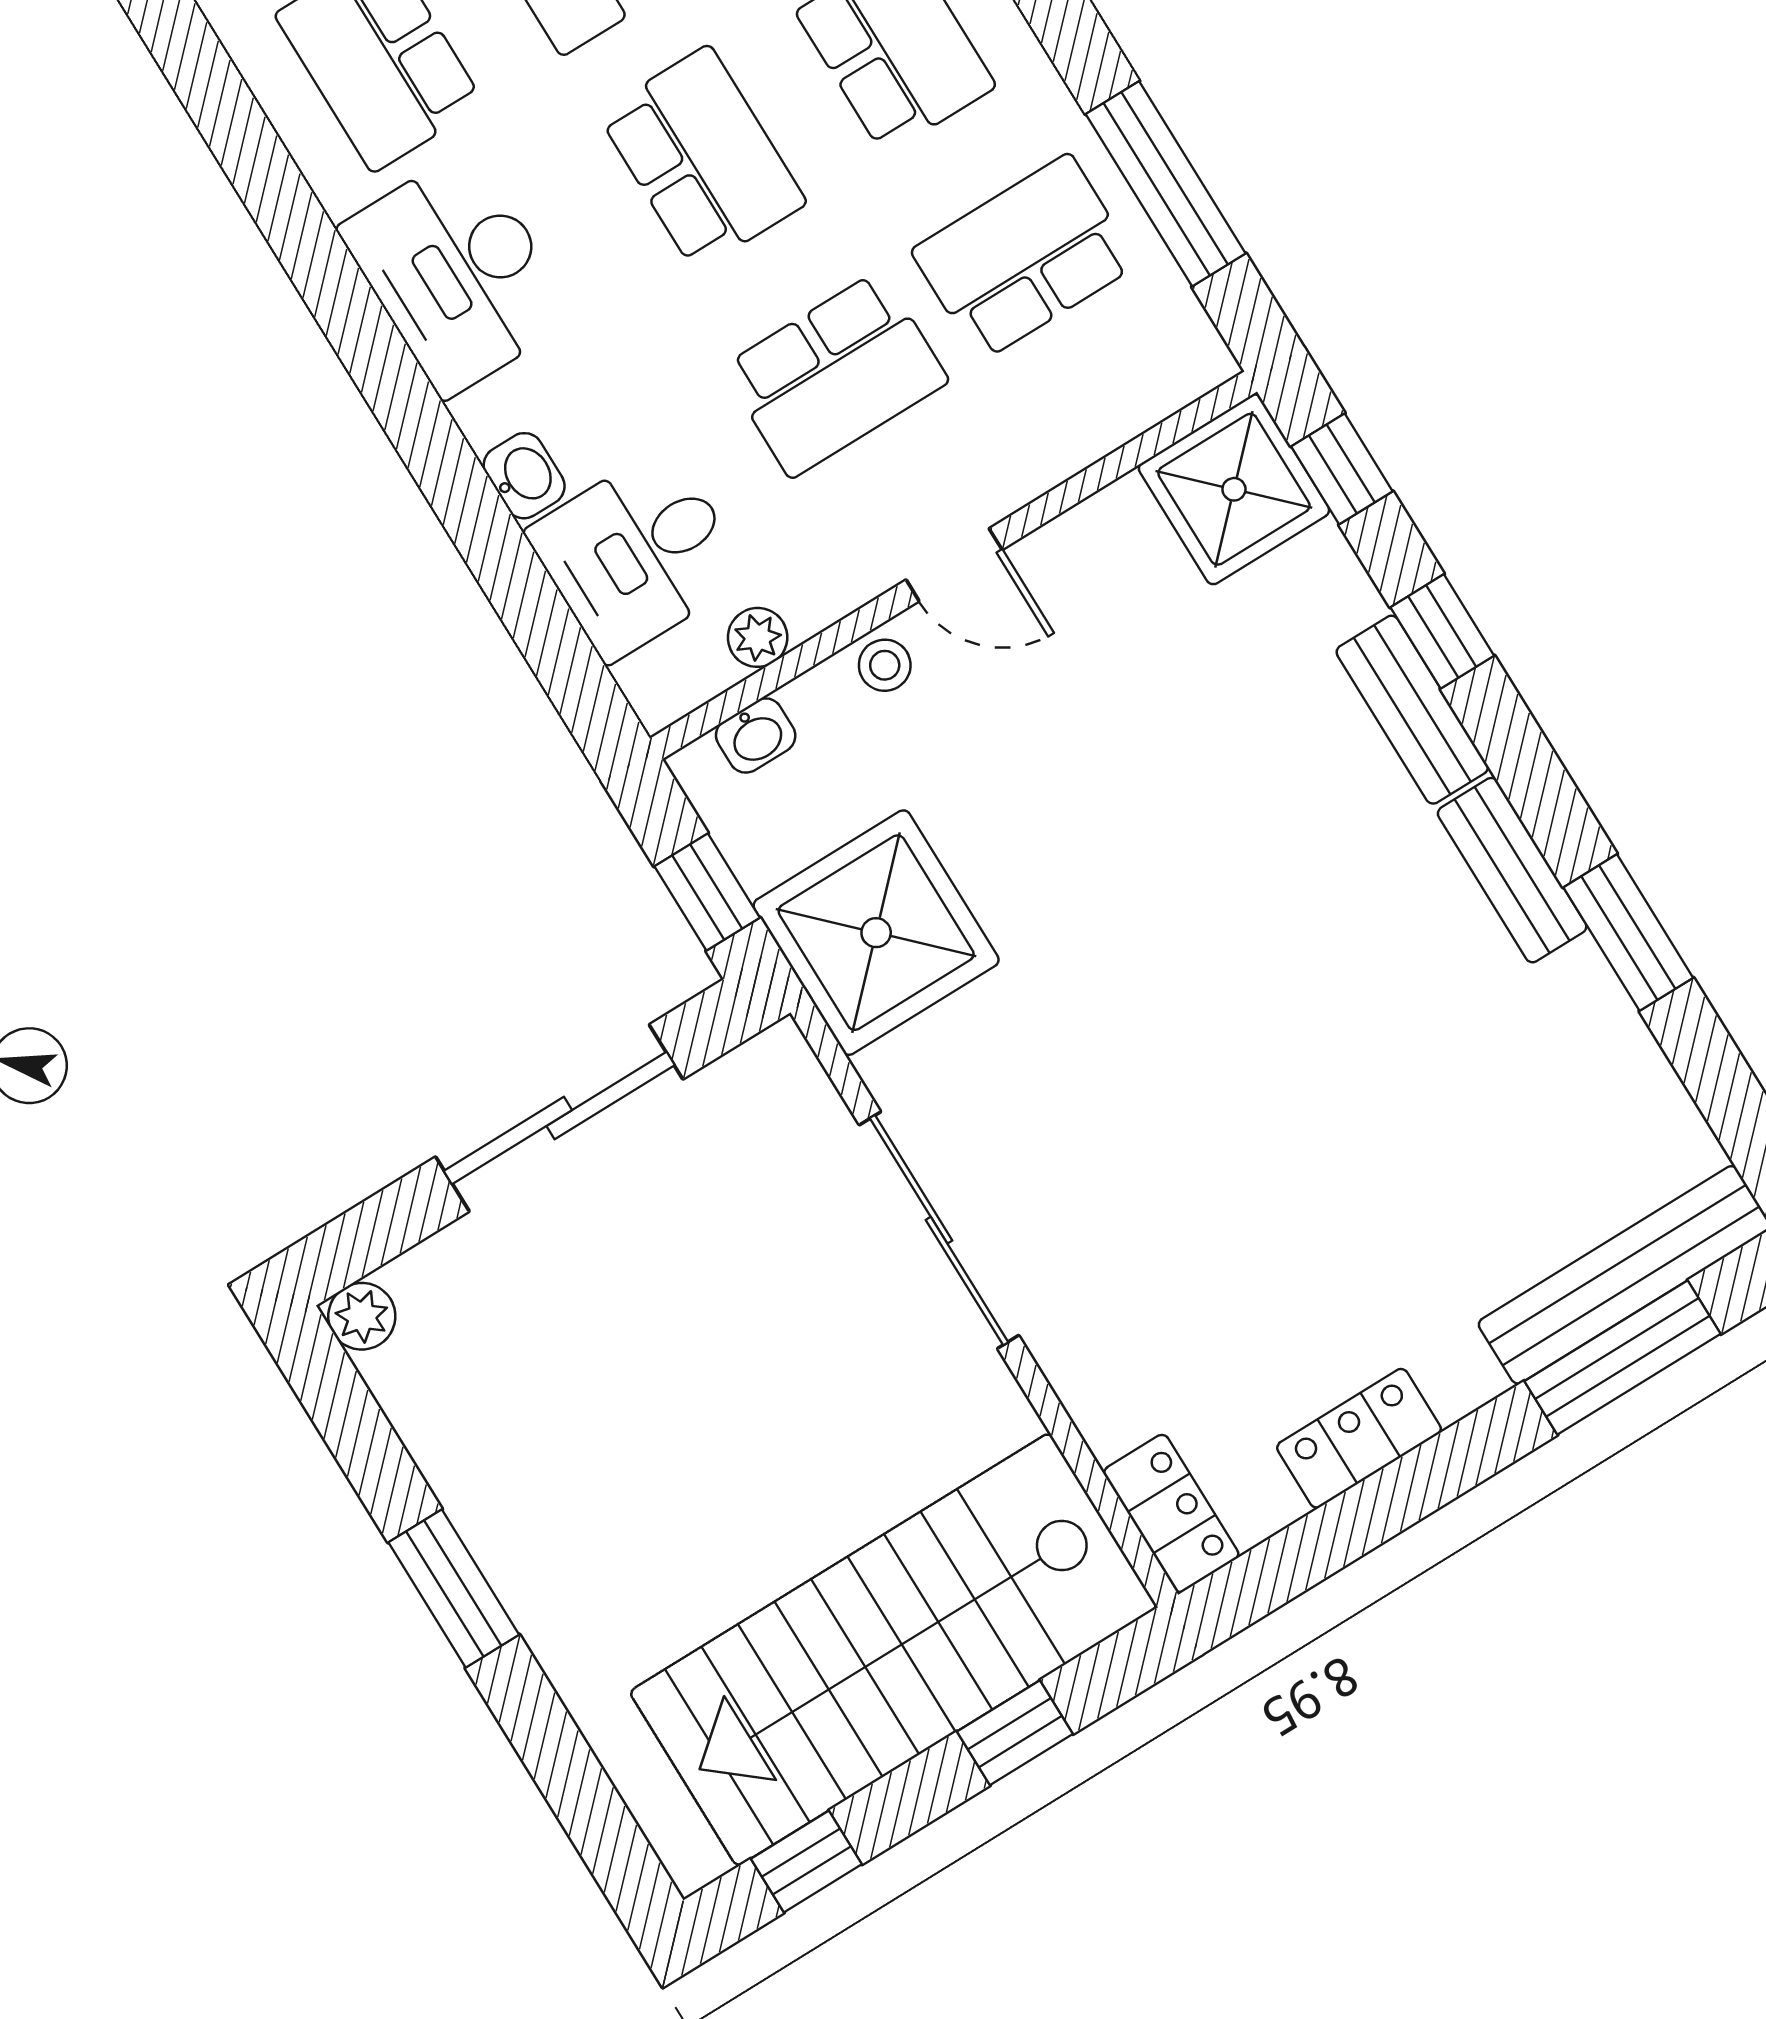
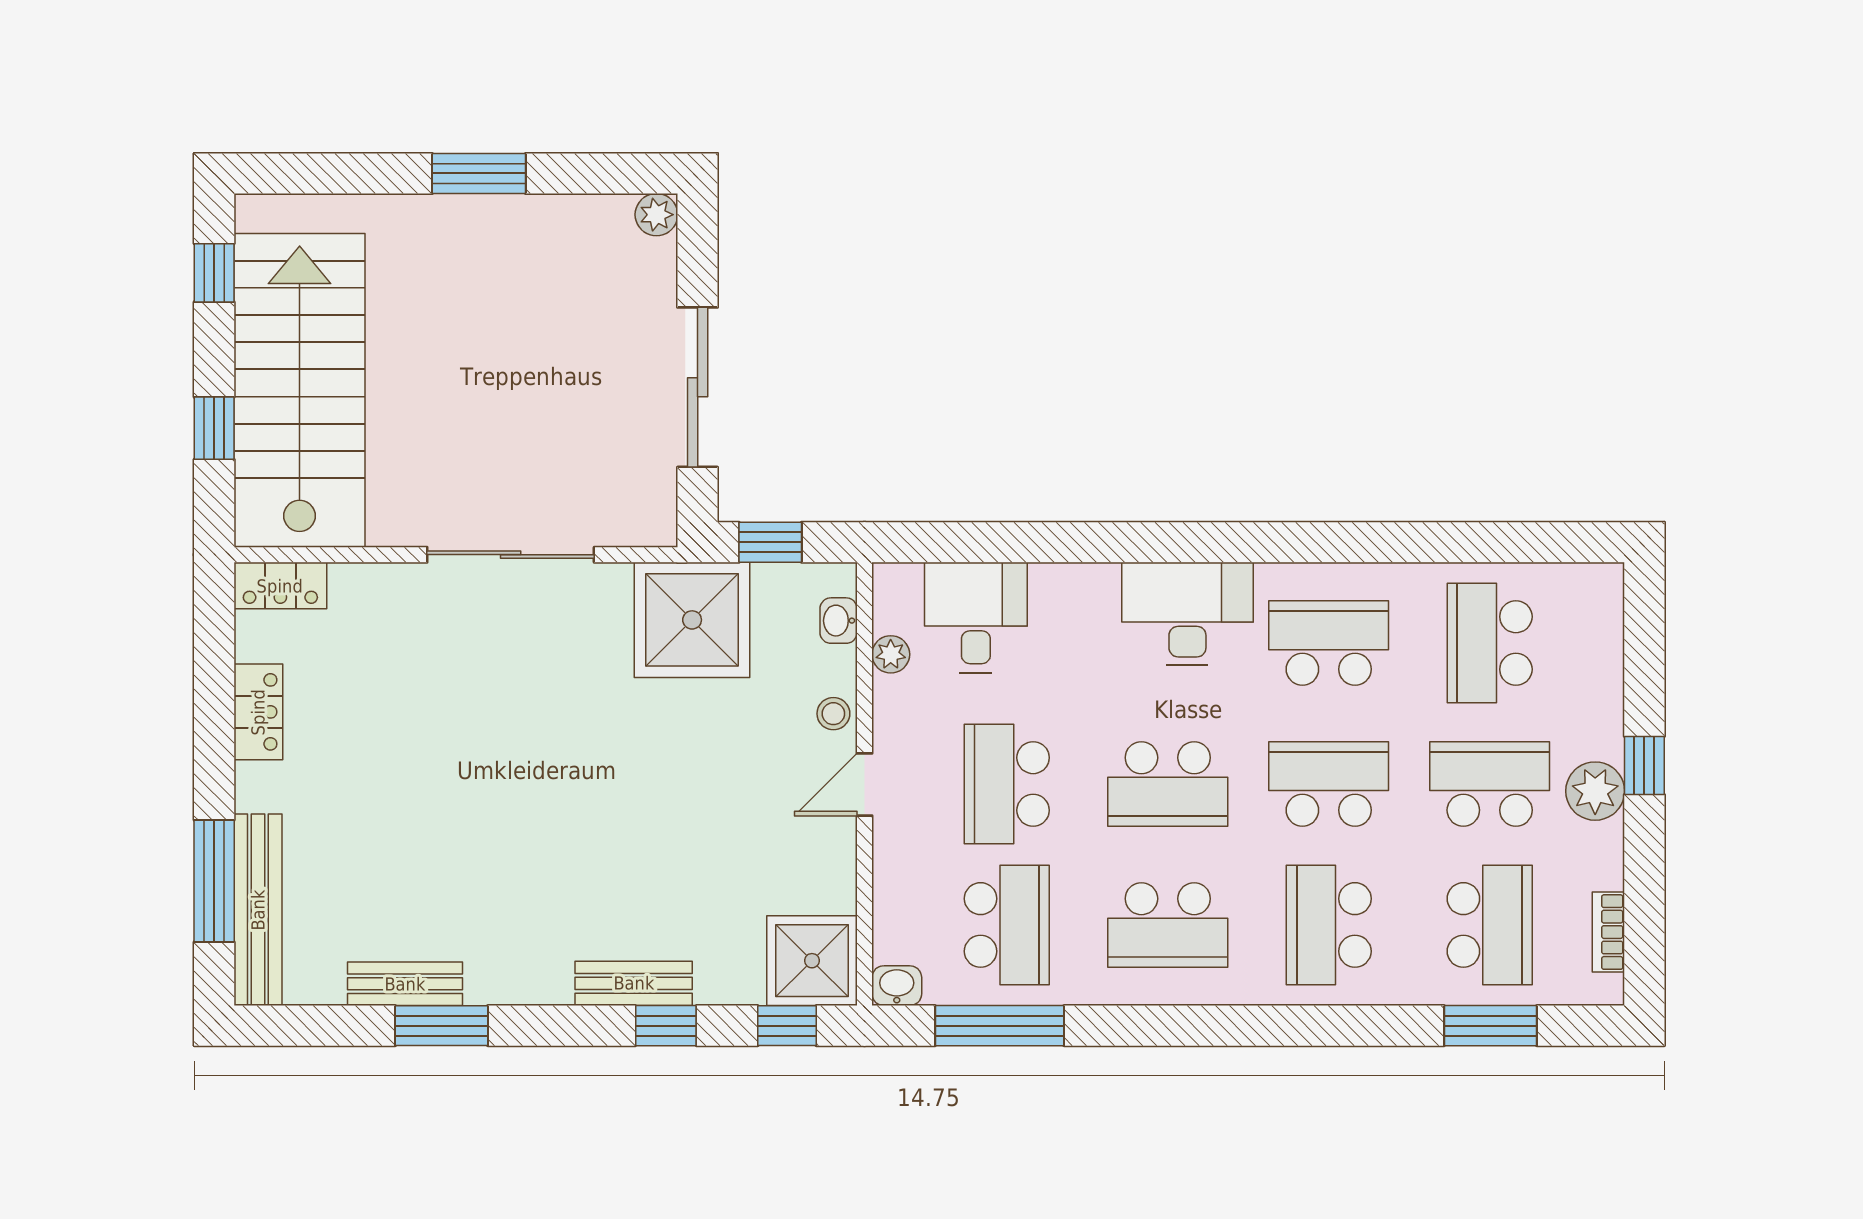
washbasin: (524, 476) -> (897, 986), moved, turned 180
bench: (1512, 870) -> (405, 984), moved

